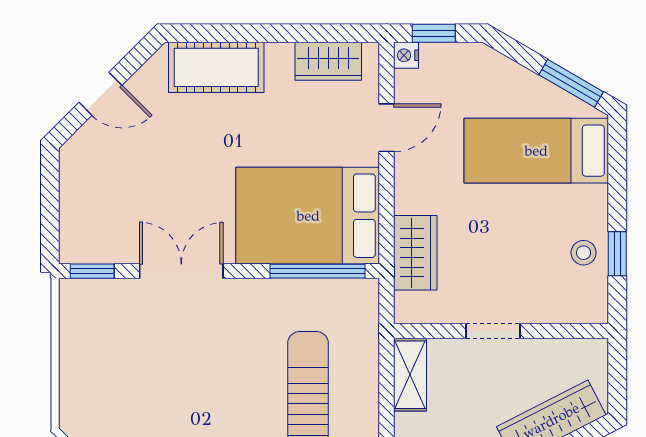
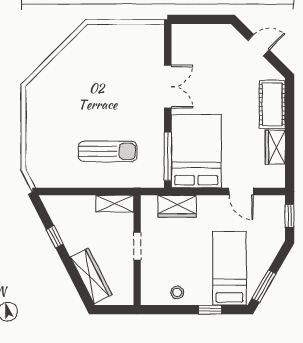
nightstand: (406, 55) -> (278, 202), removed
wardrobe: (328, 61) -> (275, 147), moved
door: (100, 94) -> (259, 45), swing flipped
window: (617, 254) -> (210, 310), moved
window: (92, 271) -> (168, 41), removed

